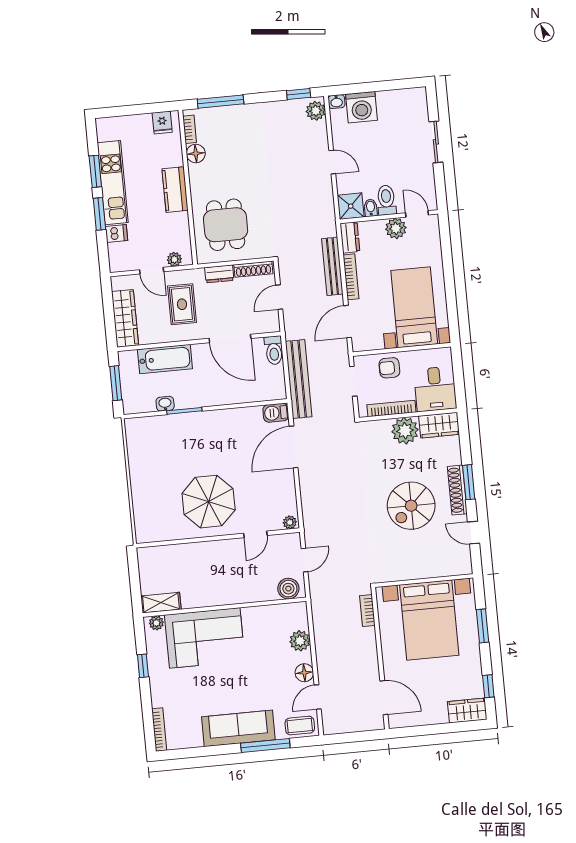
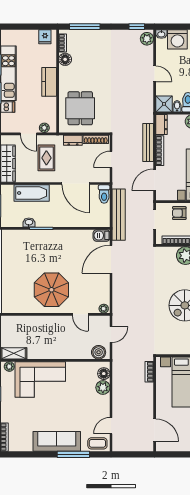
door: (255, 534) -> (80, 314), hinge flipped
floor lamp: (304, 673) -> (104, 374), moved

